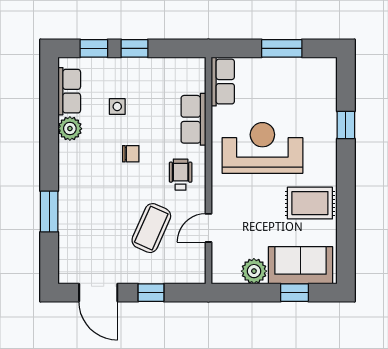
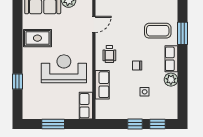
row of seats: (69, 91) -> (171, 59), moved
reception desk: (262, 148) -> (64, 69), turned 180
coffee table: (151, 228) -> (158, 31), moved, turned 66

